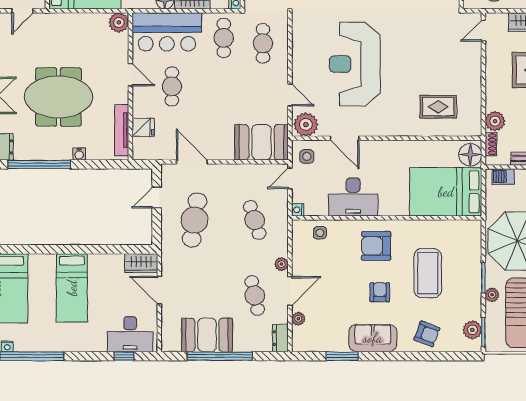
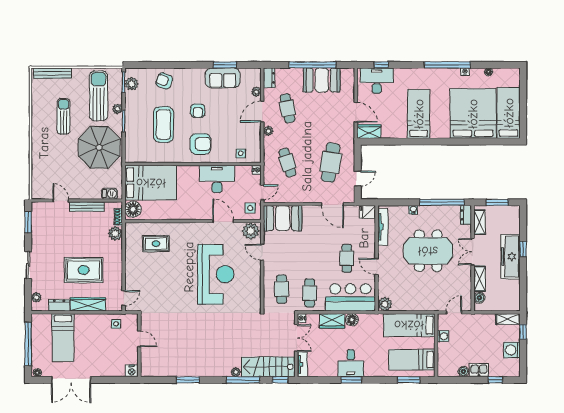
fridge: (143, 127) -> (367, 212), moved
sofa: (373, 338) -> (223, 78), moved

